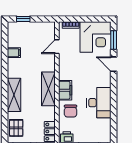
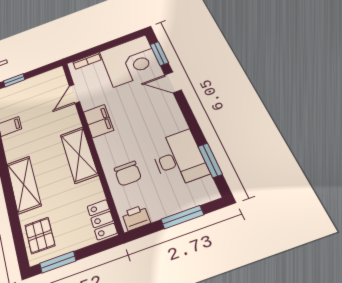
filing cabinet: (65, 90) -> (98, 121), moved
desk: (99, 103) -> (179, 158), moved
window: (114, 121) -> (210, 160), added

